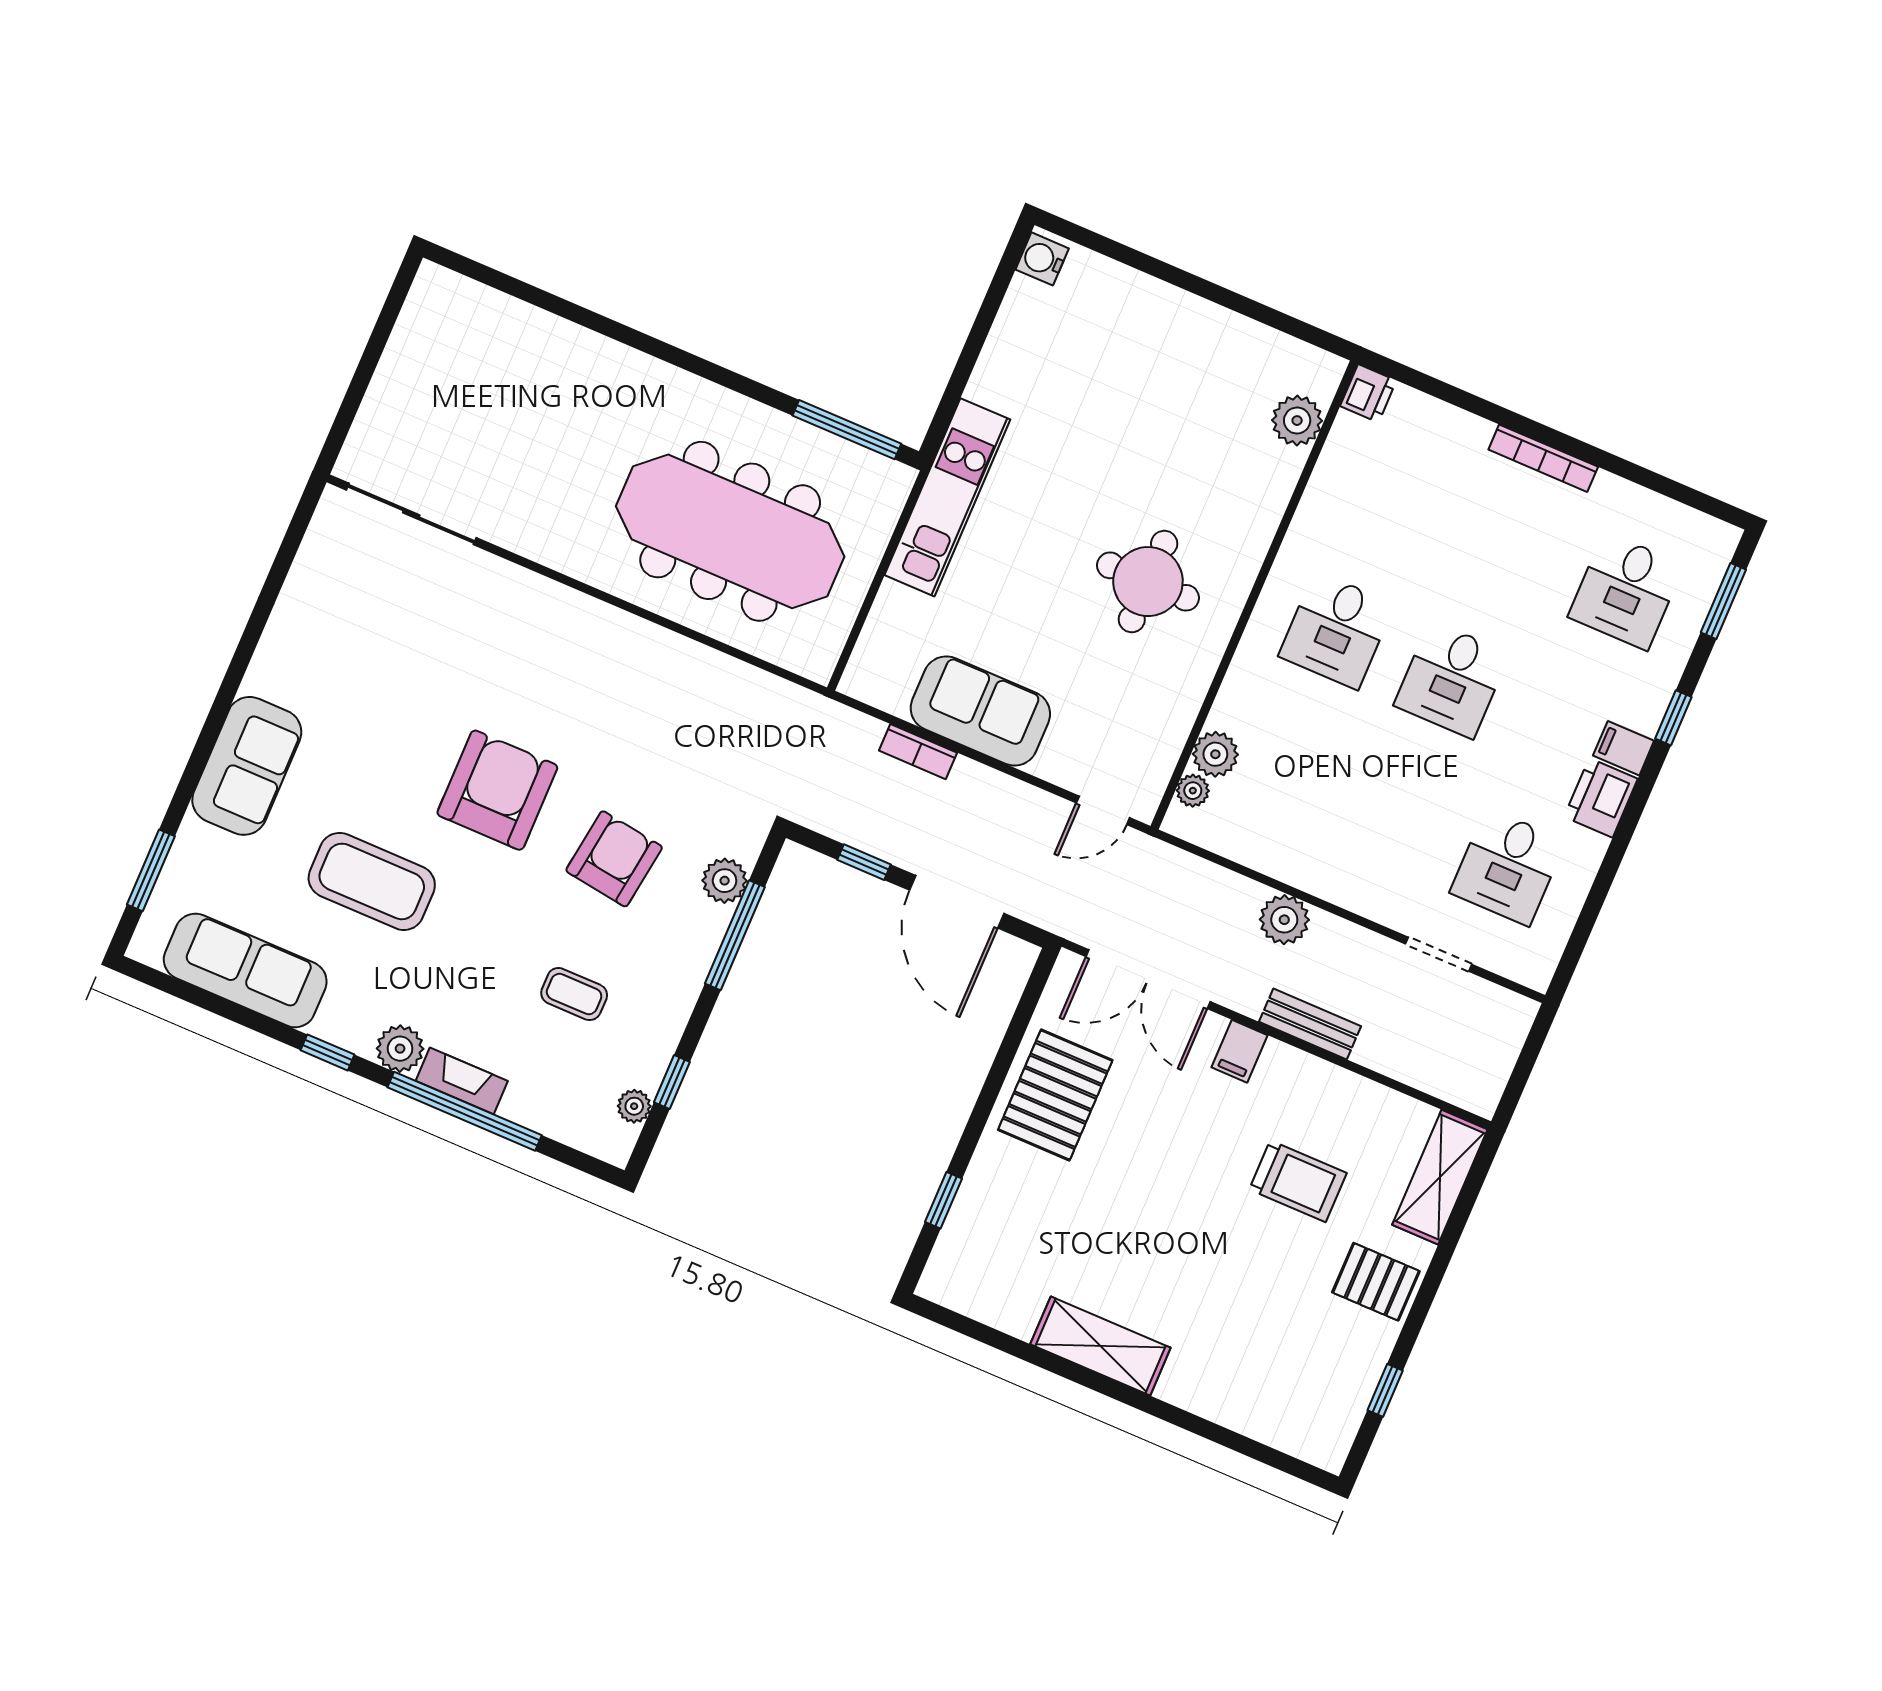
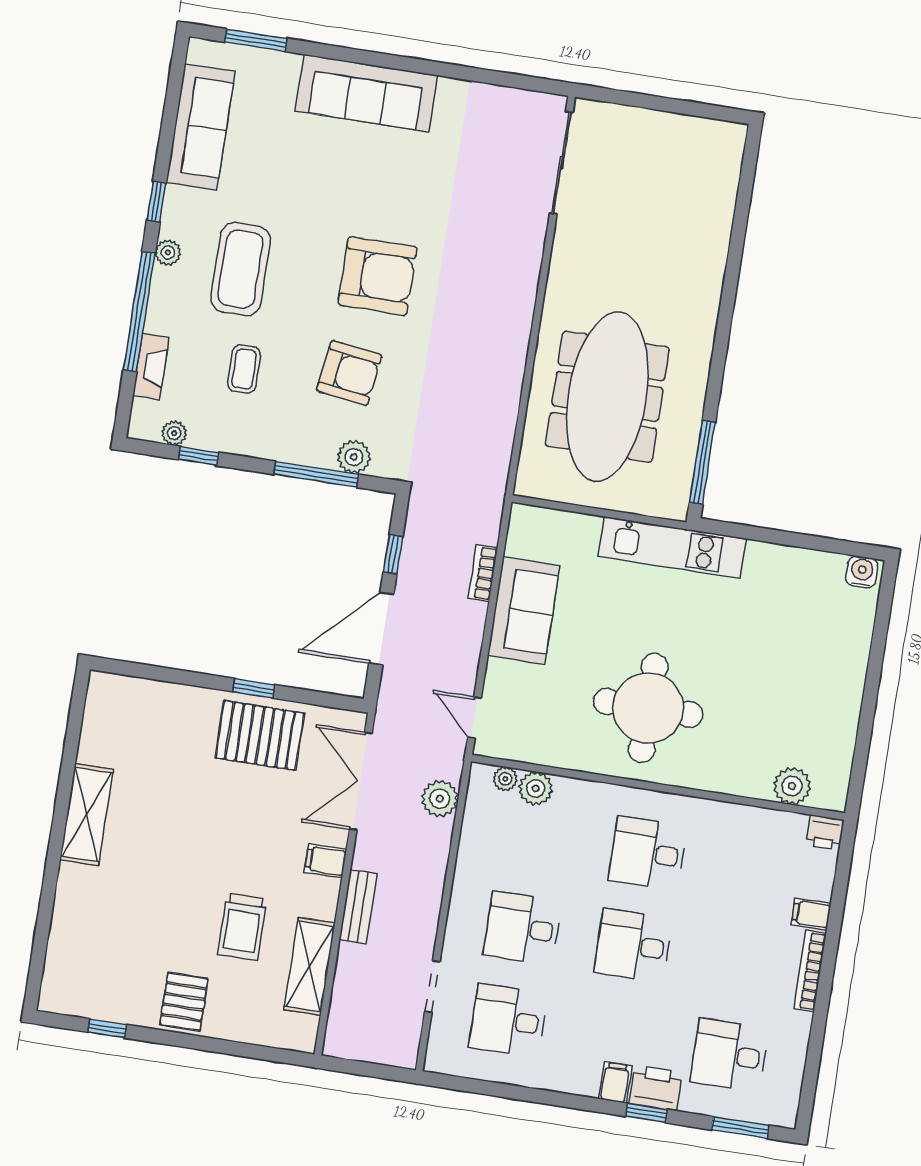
filing cabinet: (1470, 438) -> (811, 914), added
round table: (1148, 582) -> (648, 708), width x1.36, depth x1.36
sofa: (247, 766) -> (366, 93), width x1.36
printer: (1601, 798) -> (656, 1088), moved
desk: (1392, 817) -> (523, 928), added
coffee table: (372, 881) -> (241, 269), moved
plant: (1284, 920) -> (440, 799), moved
plant: (400, 1049) -> (168, 252), width x0.73, depth x0.73
fireplace: (462, 1081) -> (151, 367), moved
shelving: (1440, 1177) -> (310, 966), moved, turned 90
window: (944, 1200) -> (254, 688), moved

